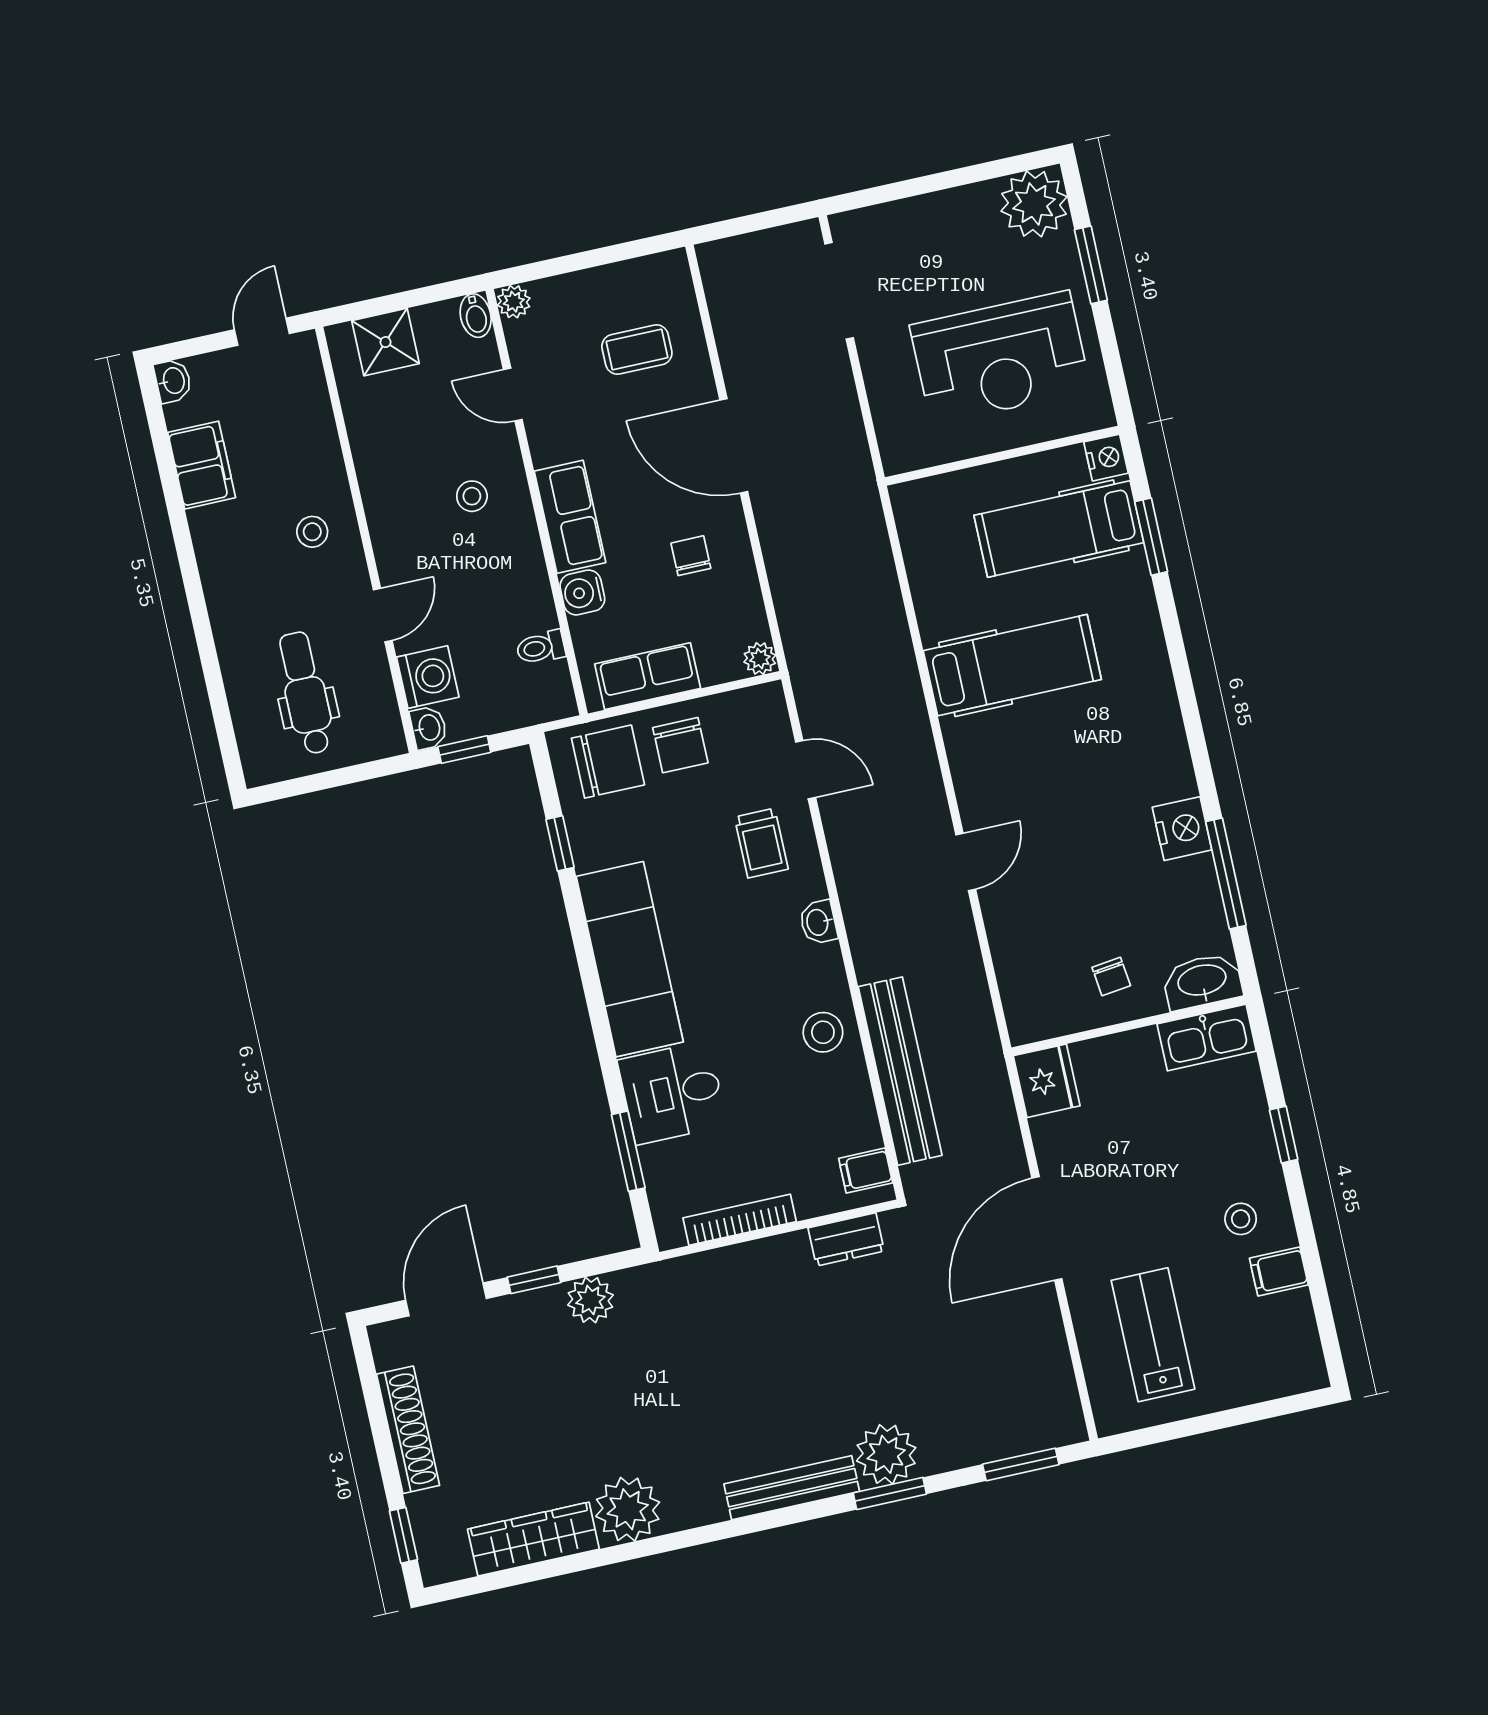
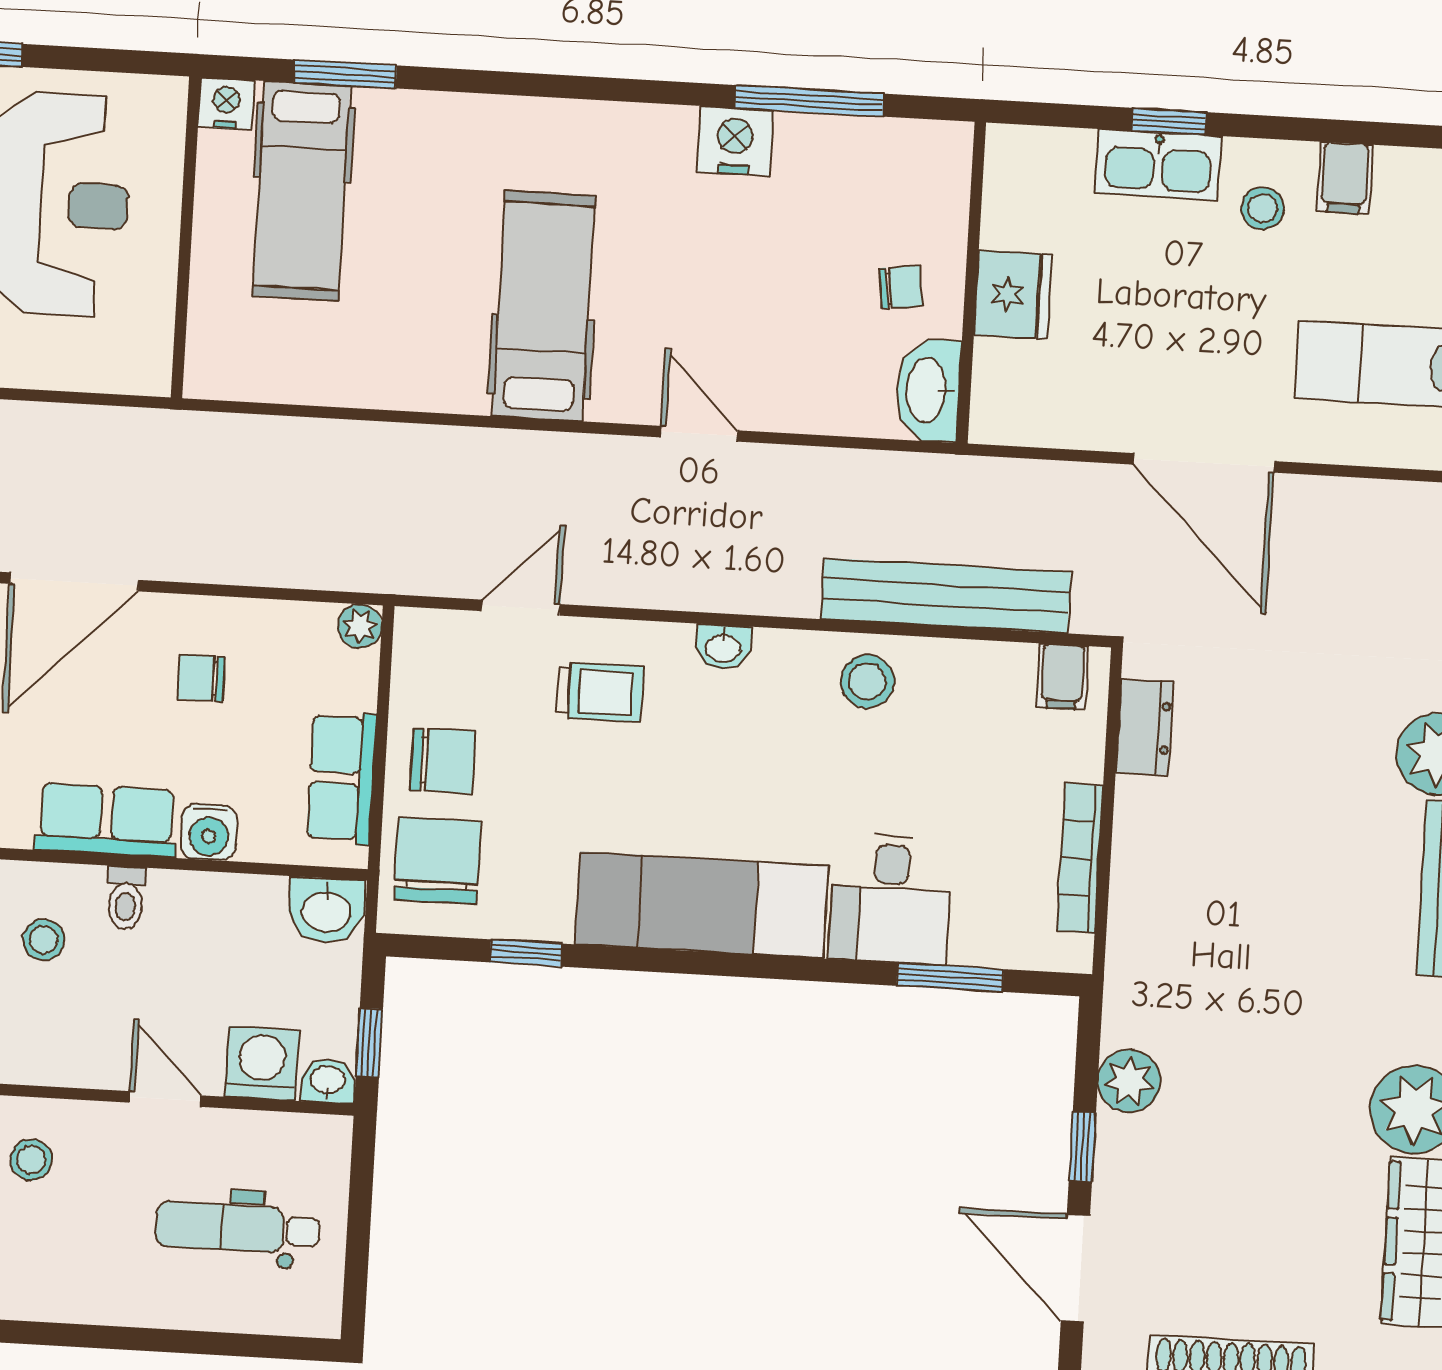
toilet: (541, 647) -> (126, 898), moved
hospital bed: (1012, 665) -> (544, 306), moved
washbasin: (550, 692) -> (326, 910), added
washbasin: (1202, 981) -> (928, 390), moved
kitchen sink: (1207, 1037) -> (1158, 165), moved, turned 90
fridge: (1047, 1081) -> (1013, 295), moved, turned 90

